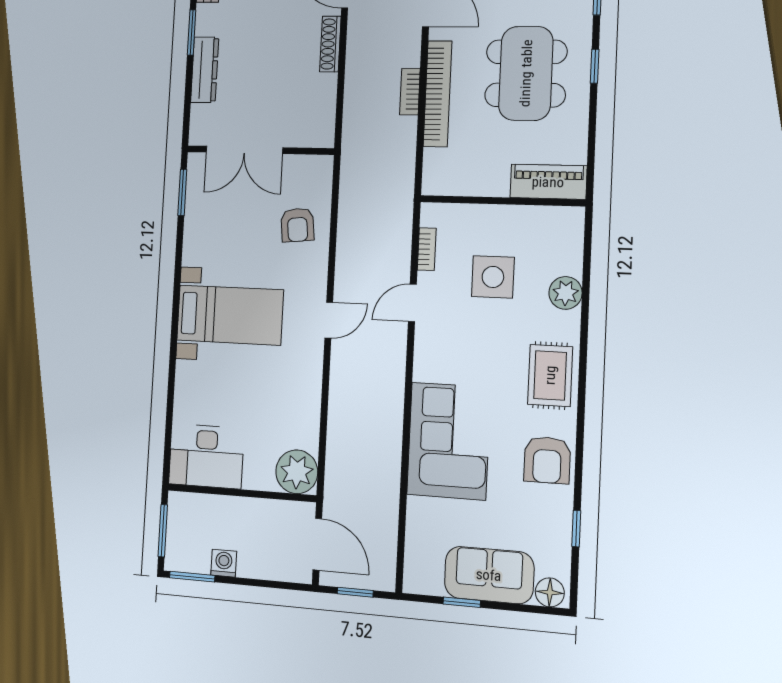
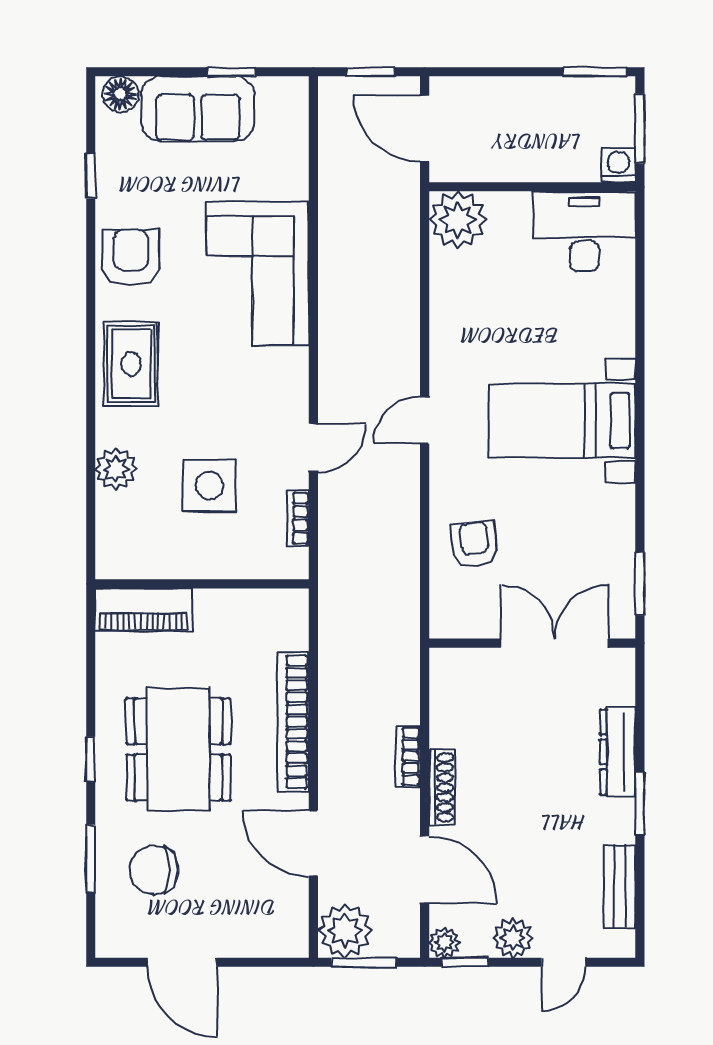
bookcase: (410, 92) -> (408, 756), moved, turned 180
washing machine: (224, 563) -> (618, 165), moved, turned 180

